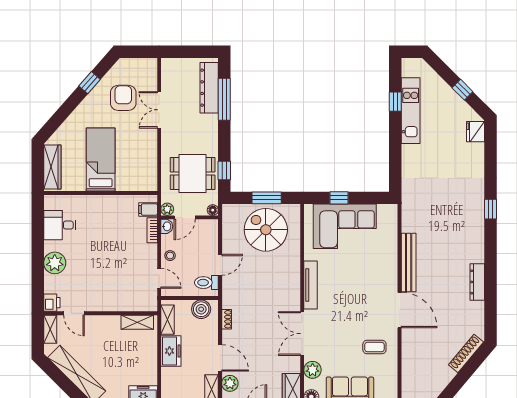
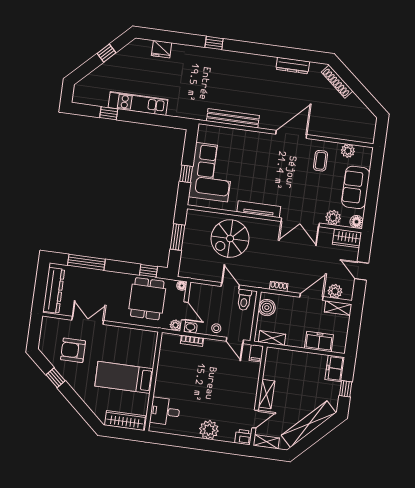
dresser: (209, 88) -> (54, 290), moved, turned -90
double door: (159, 110) -> (88, 320), swing flipped
kitchen unit: (411, 111) -> (138, 104), moved
fridge: (475, 132) -> (162, 49), moved
filing cabinet: (148, 209) -> (256, 353), moved
desk: (60, 225) -> (165, 411), moved, turned 90
spiral stairs: (266, 230) -> (230, 239), moved
bench: (409, 262) -> (233, 118), moved
door: (159, 278) -> (235, 341), swing flipped
dresser: (477, 282) -> (293, 66), moved
shelving: (137, 322) -> (267, 394), moved
freezer: (171, 351) -> (319, 342), moved
plant: (390, 376) -> (348, 151), added

